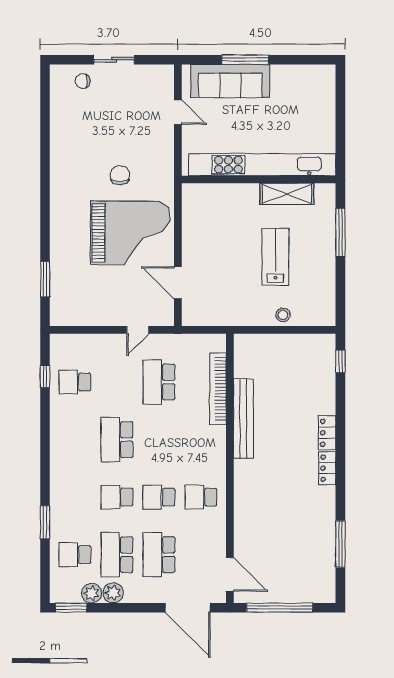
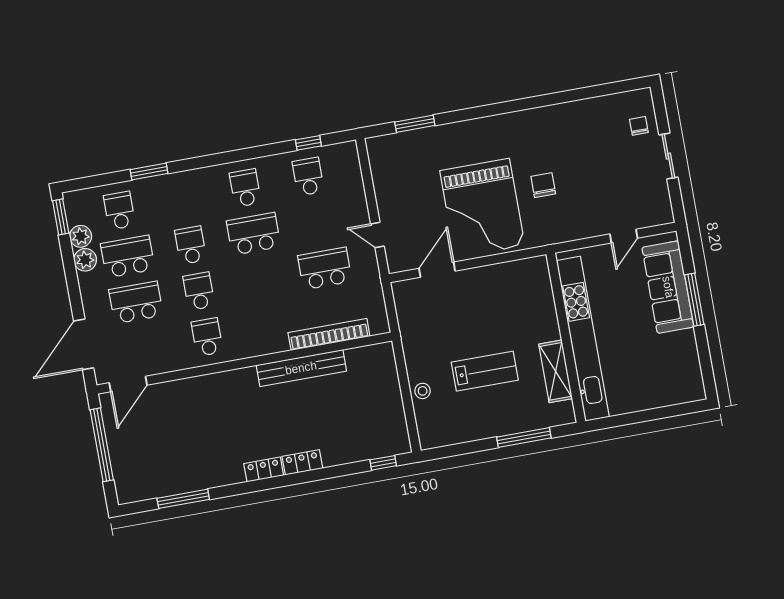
chair: (120, 175) -> (543, 185), turned -90
school desk: (75, 440) -> (245, 188), added

